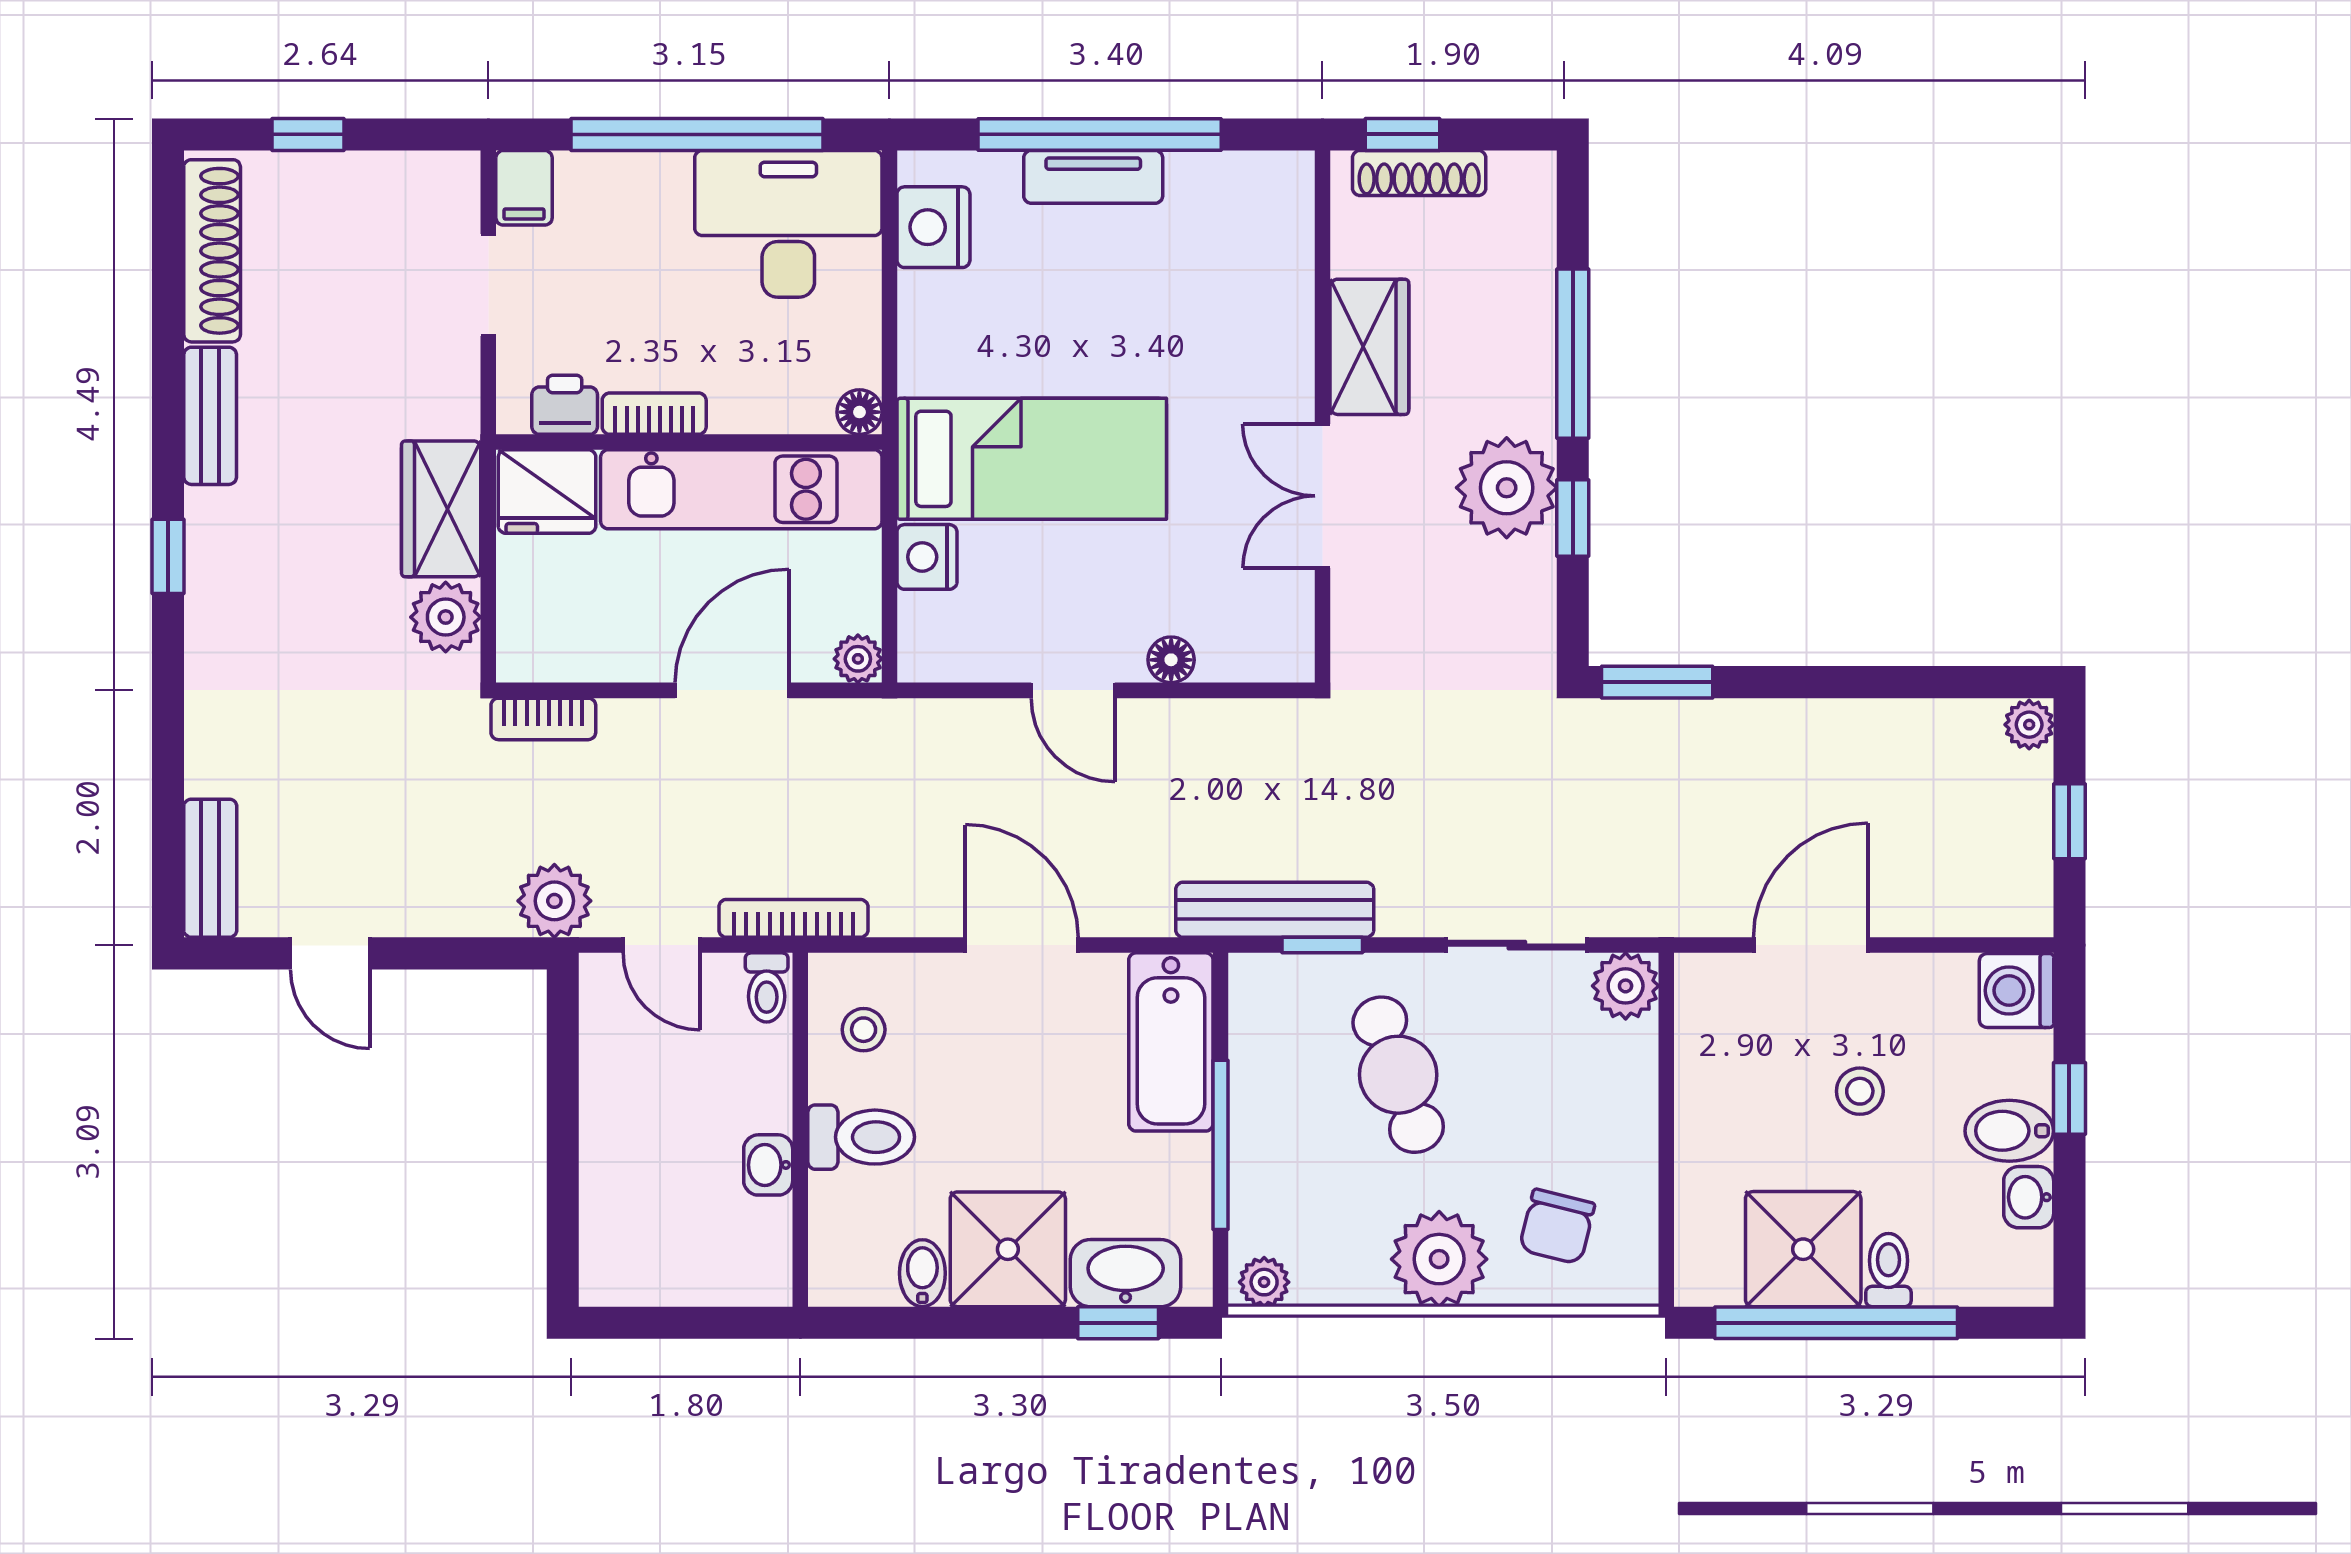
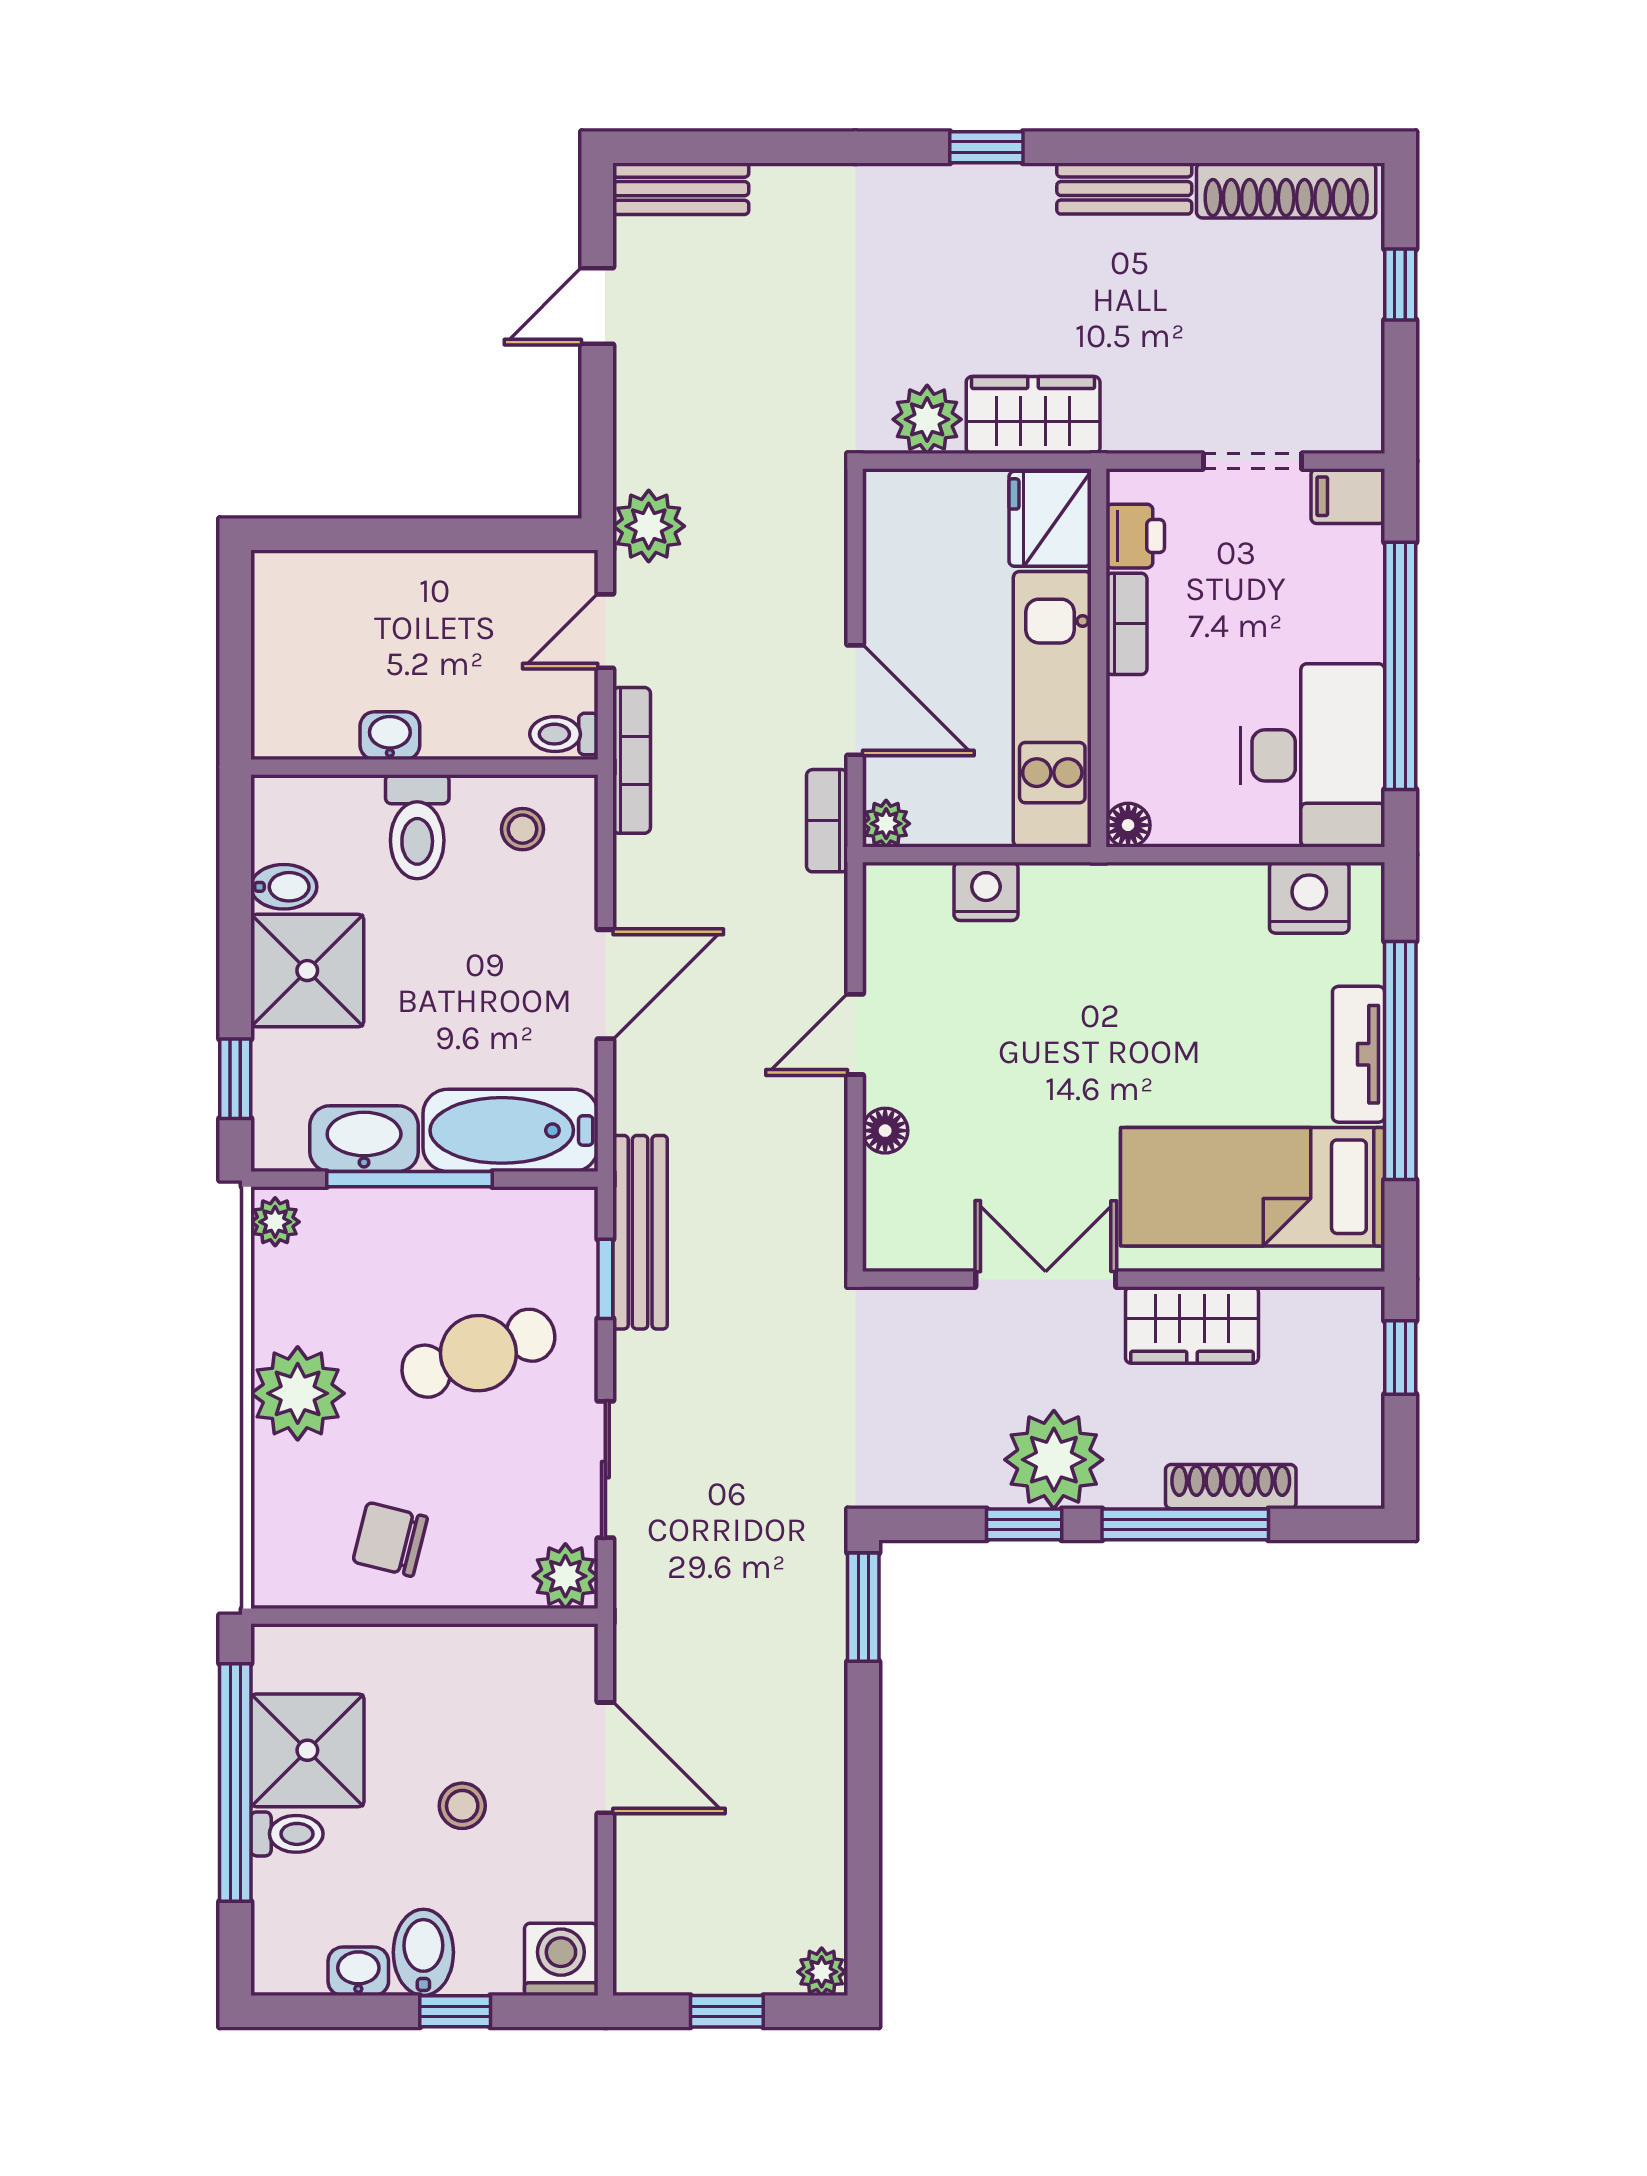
shoe rack: (1419, 173) -> (1231, 1487), moved, turned 90
bed: (1032, 459) -> (1253, 1187), moved, turned 90
bookcase: (543, 719) -> (827, 821), moved
chair: (1557, 1227) -> (390, 1539), moved
washbasin: (1126, 1273) -> (364, 1139), moved, turned -90

